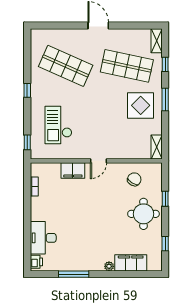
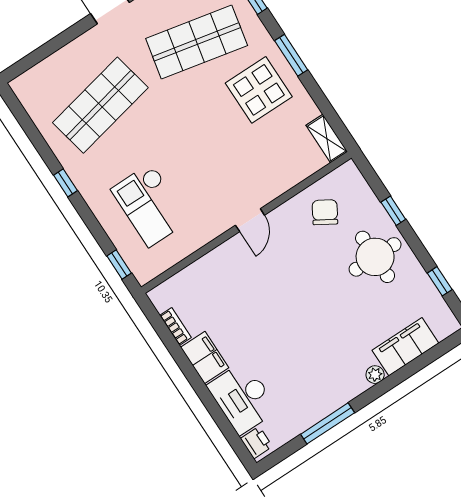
shop shelf: (66, 66) -> (100, 105), turned -36
filing cabinet: (73, 171) -> (205, 357), moved, turned -90

